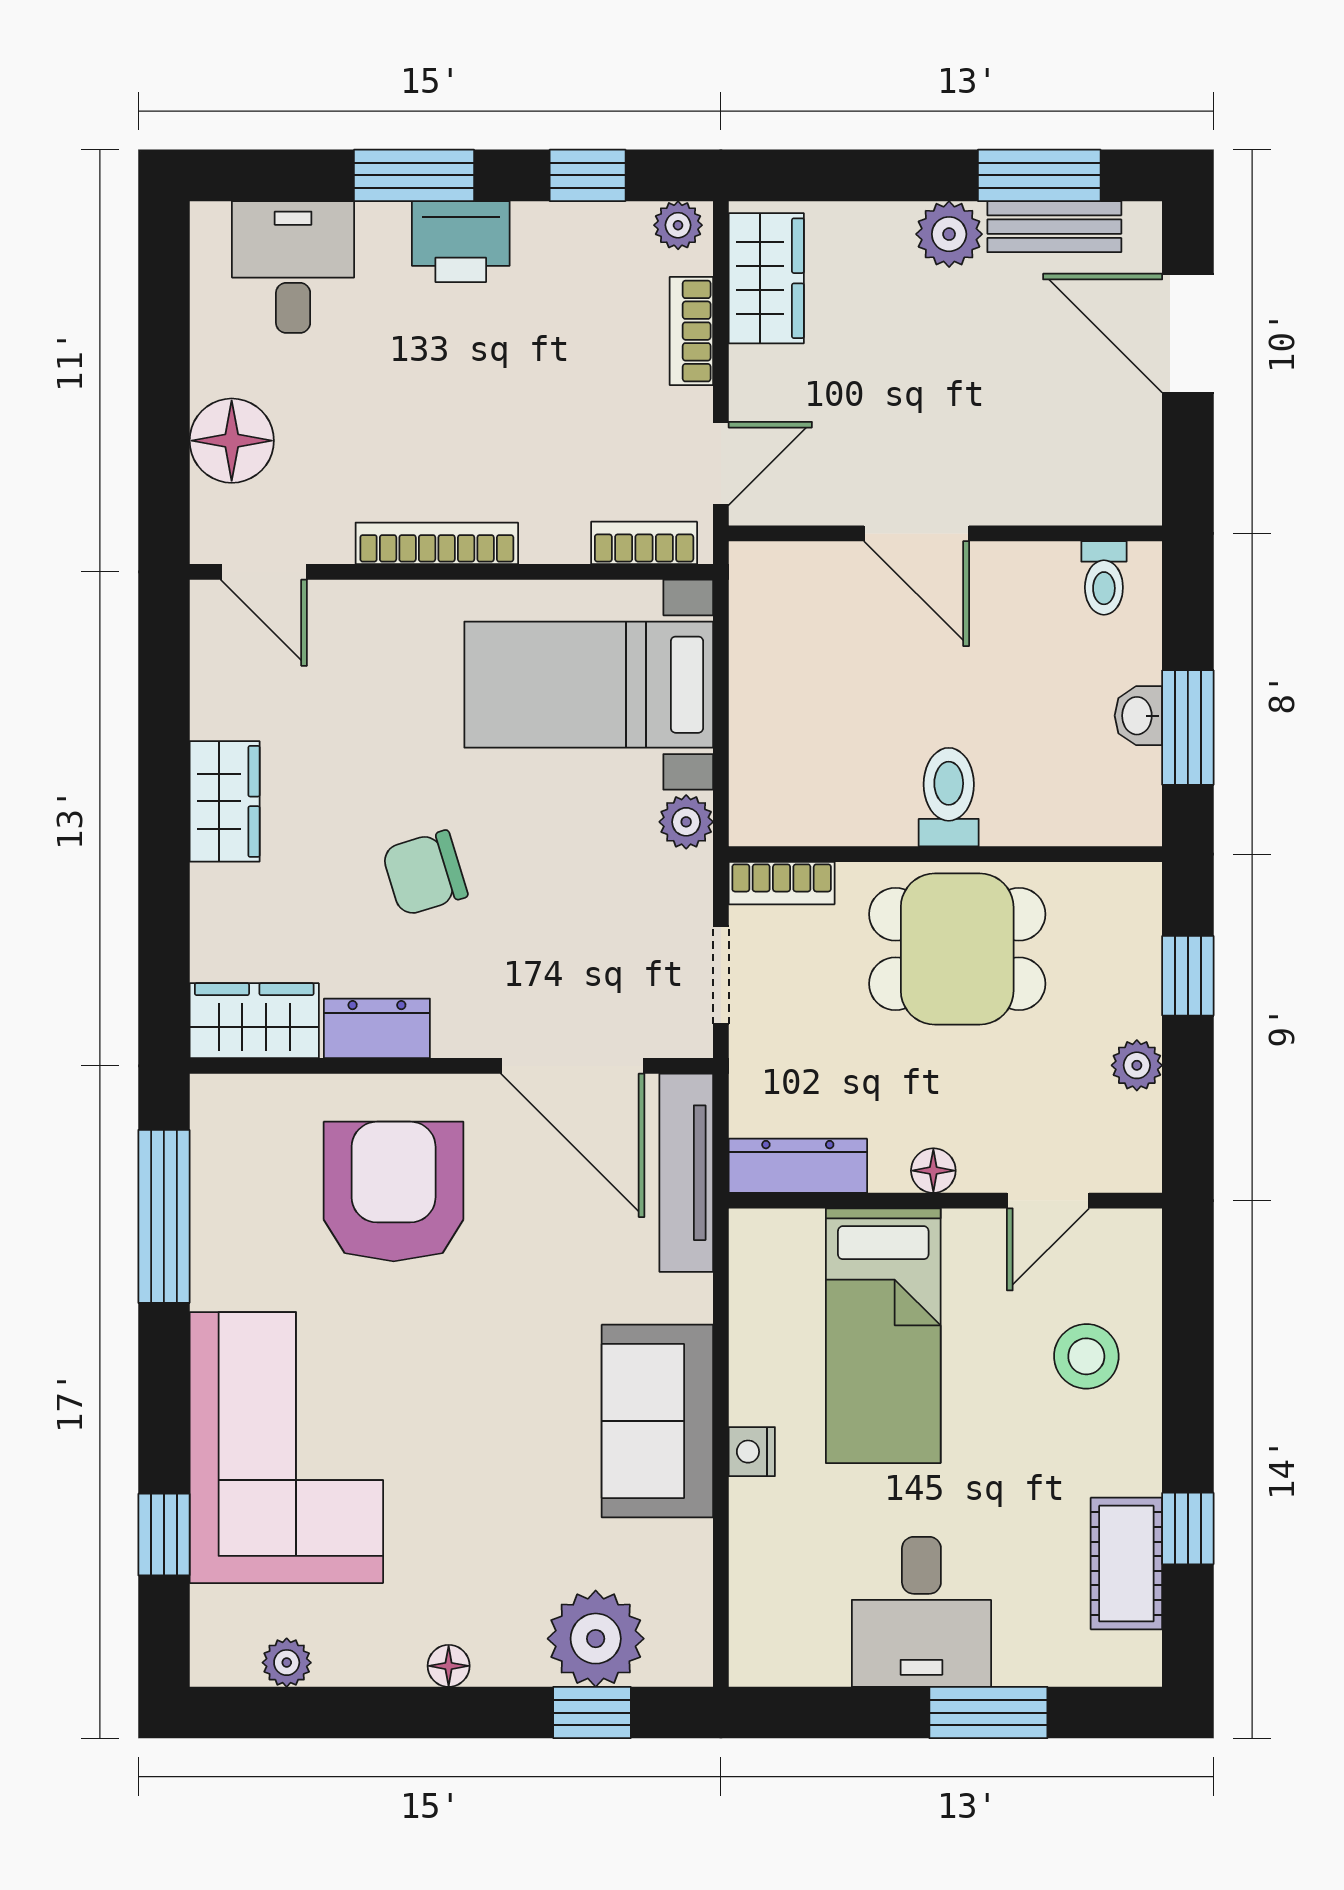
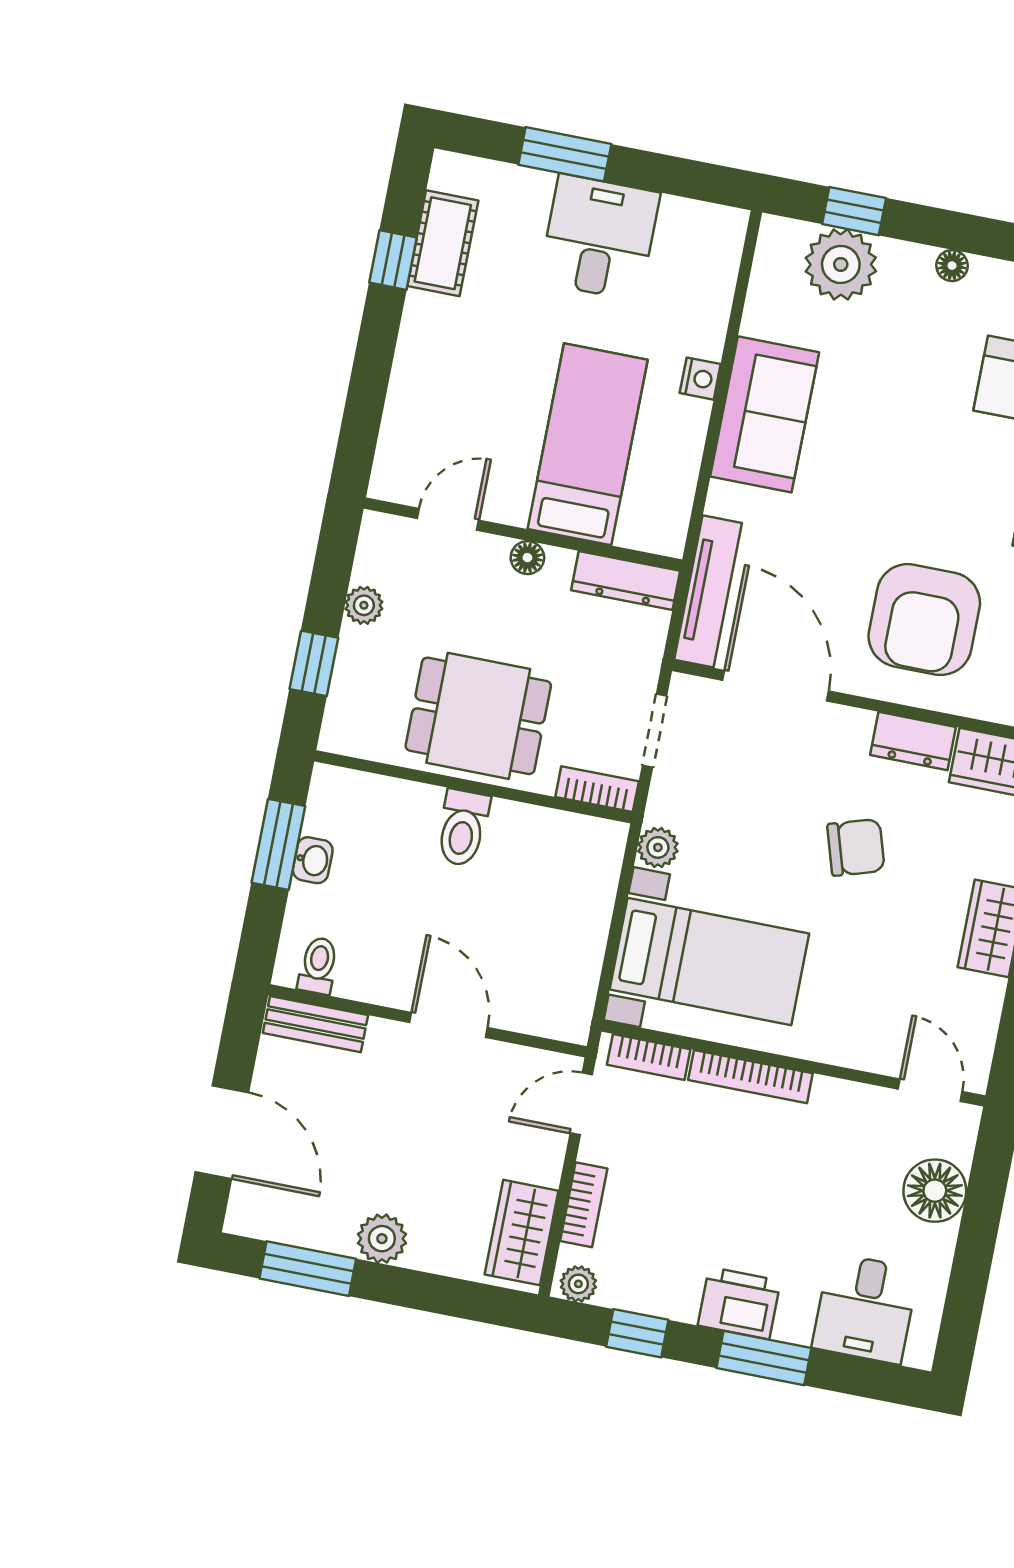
bench: (1054, 227) -> (315, 1024), moved
bookcase: (437, 543) -> (750, 1077), moved
stool: (1086, 1356) -> (442, 400), removed

